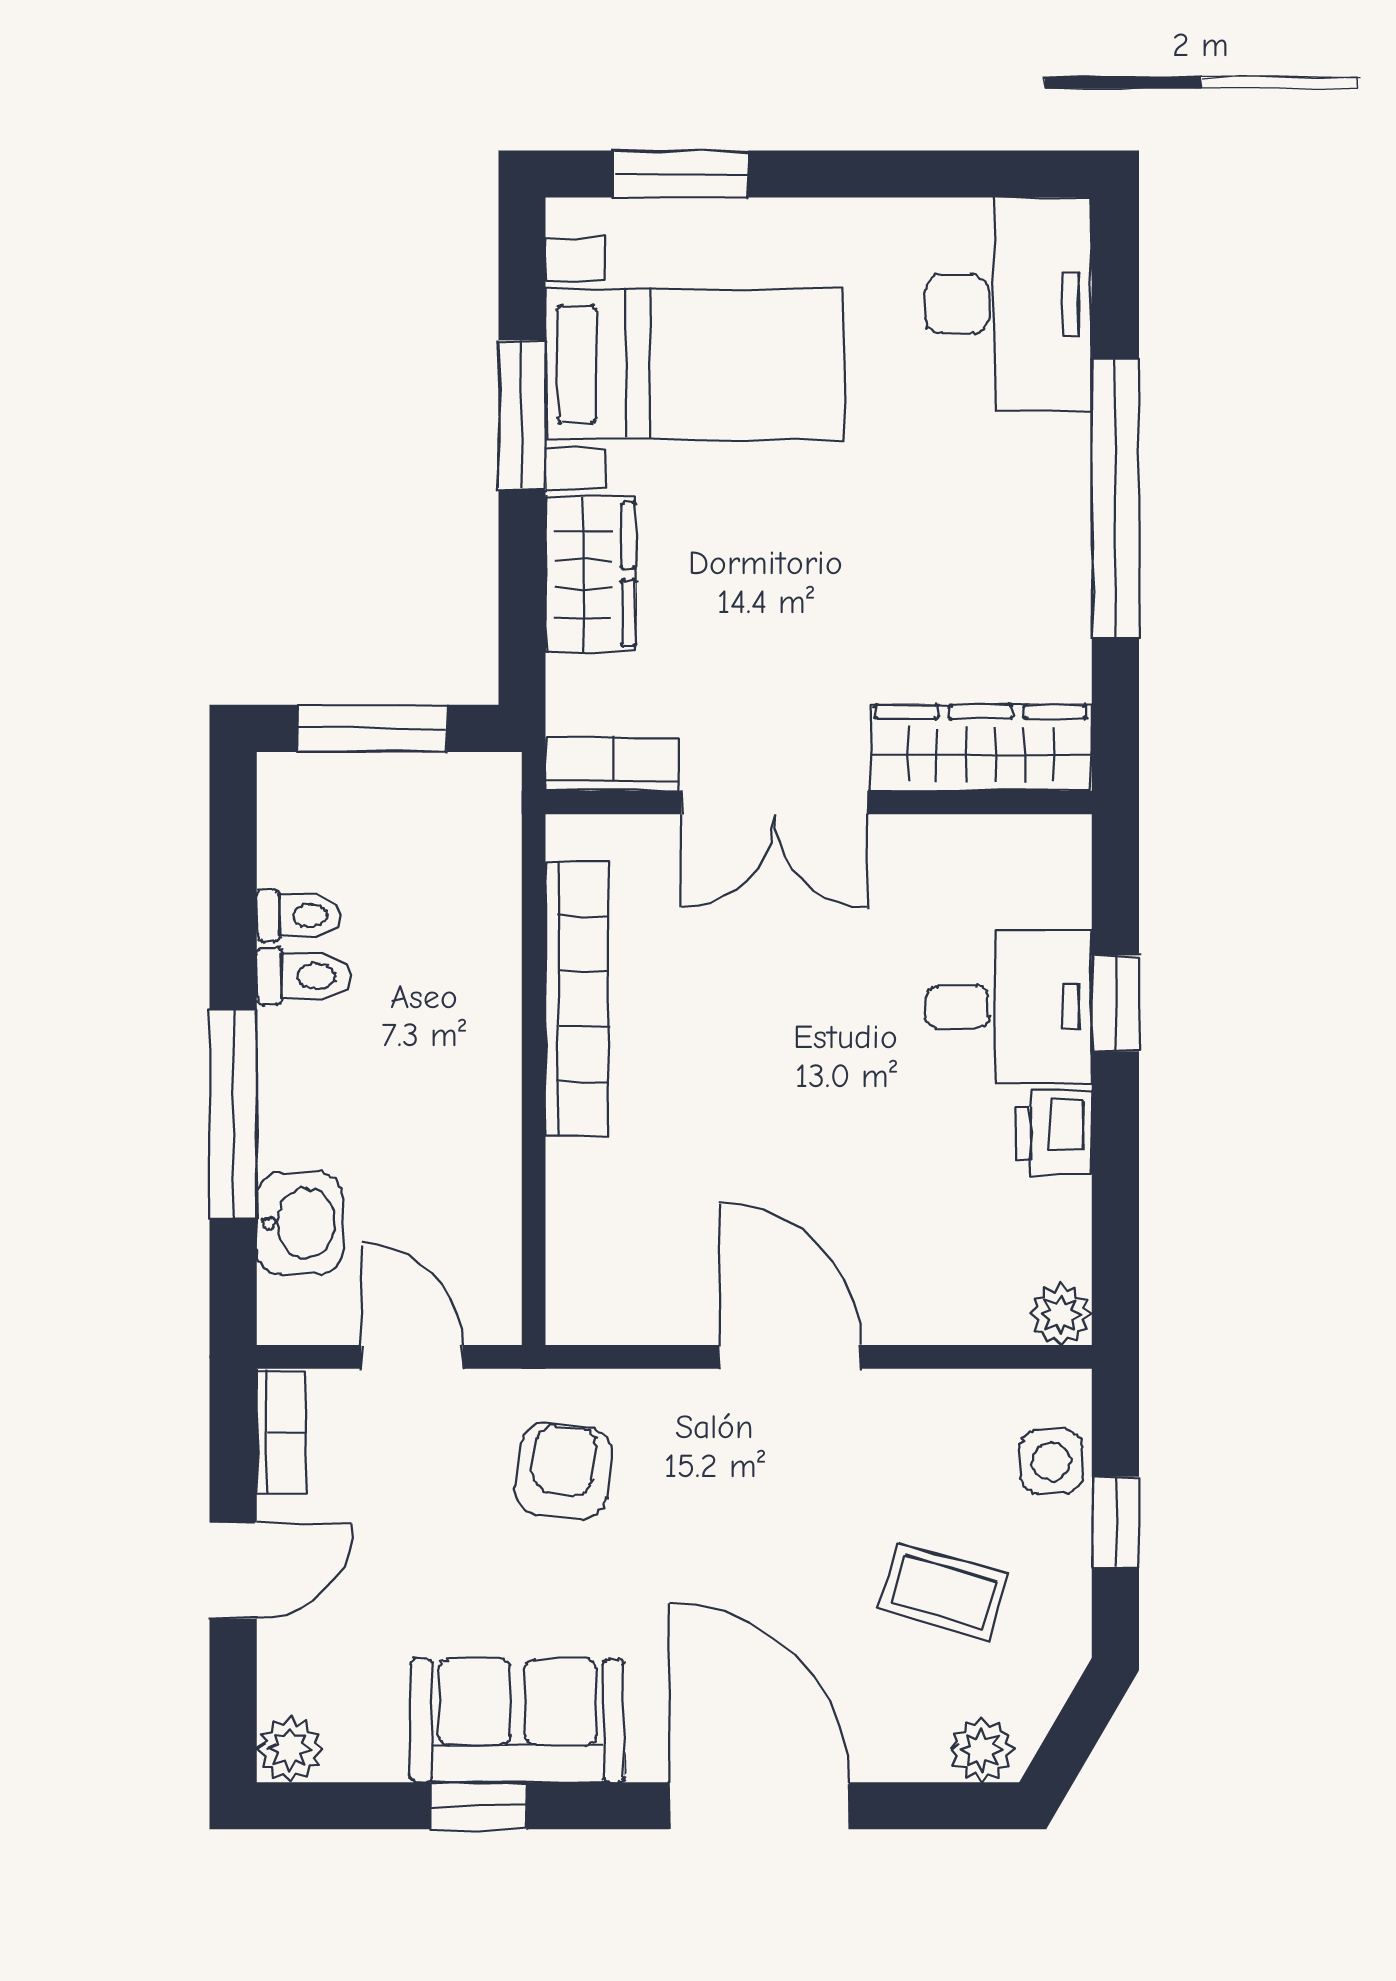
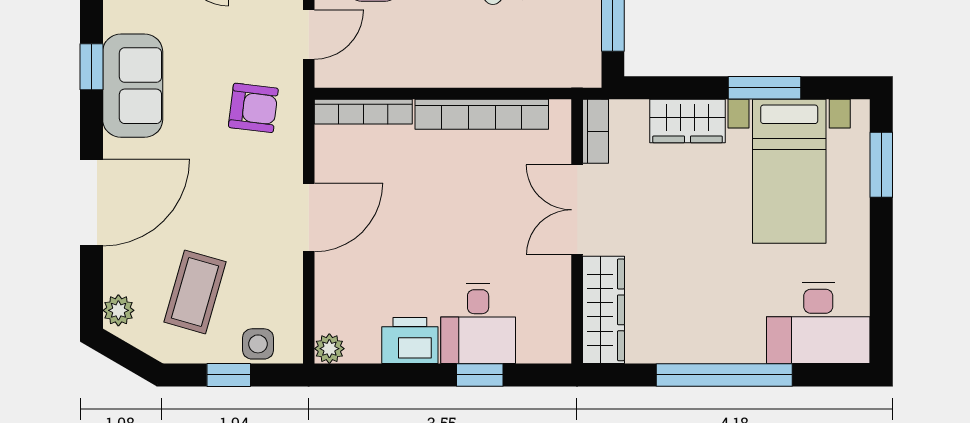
printer: (1053, 1133) -> (410, 341), width x1.36, depth x1.24
bookcase: (571, 1244) -> (363, 112), added
coffee table: (944, 1592) -> (195, 292), width x1.36, depth x1.30

